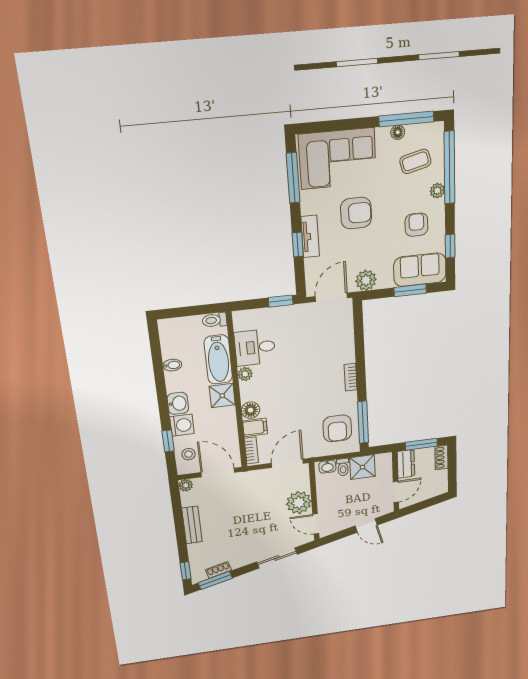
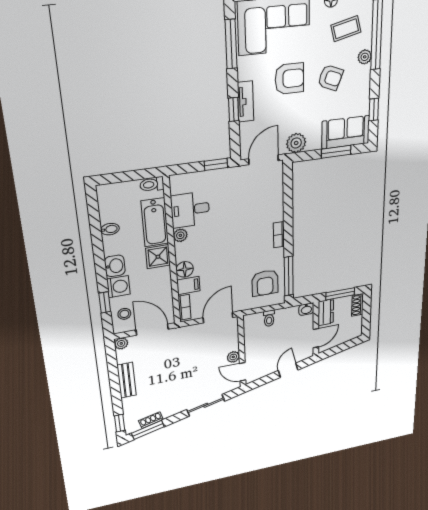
armchair: (416, 225) -> (330, 78), moved, turned 112
washbasin: (327, 467) -> (306, 309), moved
shower: (362, 467) -> (287, 317), removed
plant: (299, 503) -> (233, 357), width x0.53, depth x0.53
door: (366, 526) -> (288, 370), swing flipped

